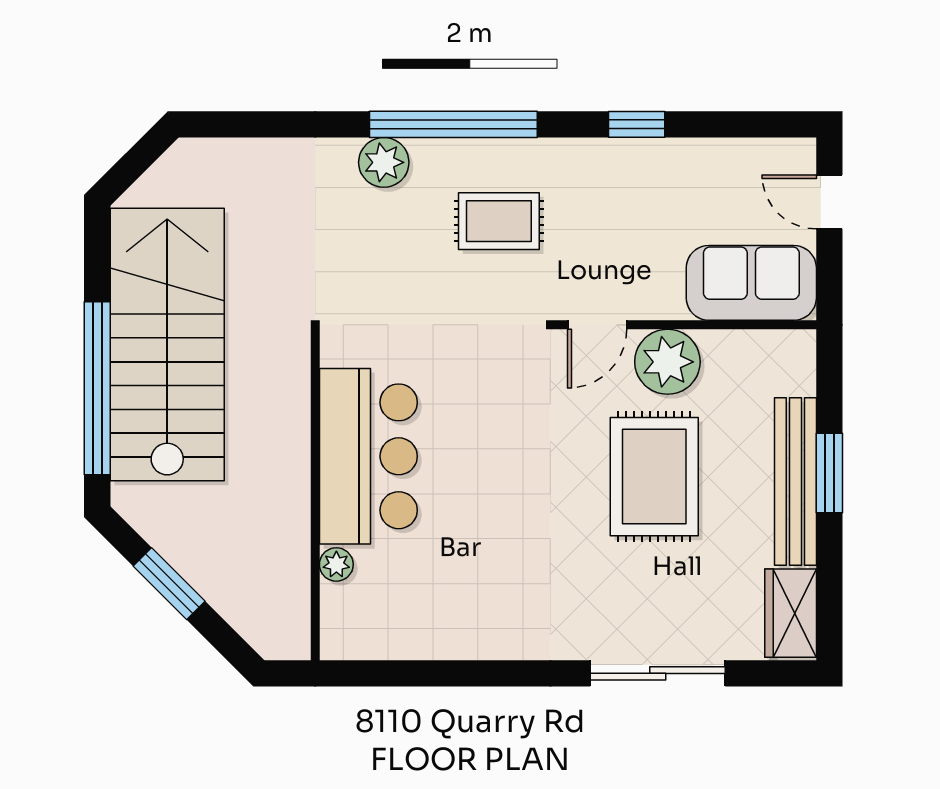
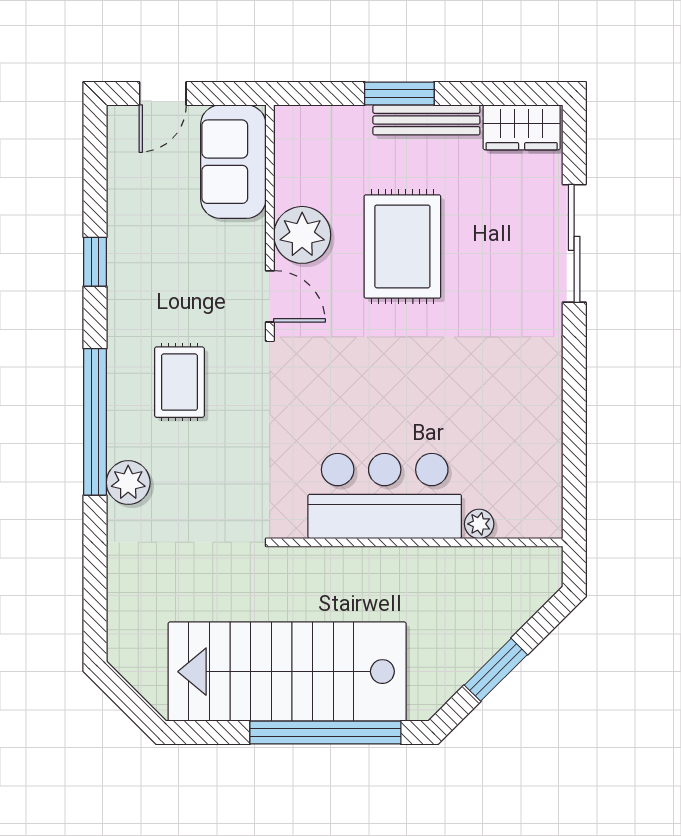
rug: (654, 477) -> (402, 246), turned 90
bench: (795, 482) -> (426, 120), width x0.73, depth x0.82

